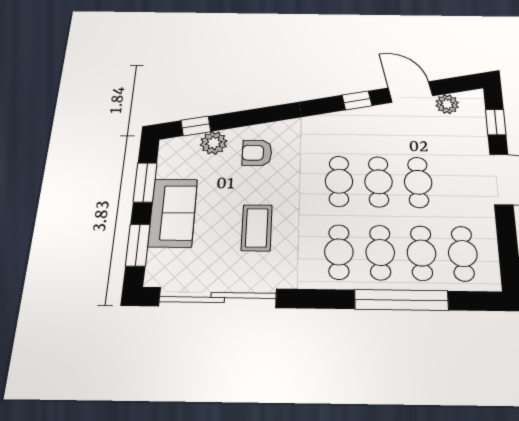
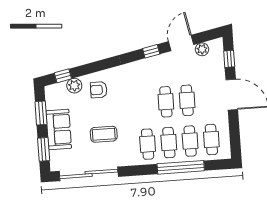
door: (410, 92) -> (181, 43), hinge flipped
cafe table: (339, 181) -> (145, 103), removed
coffee table: (257, 228) -> (104, 134), turned 90

